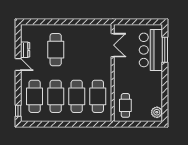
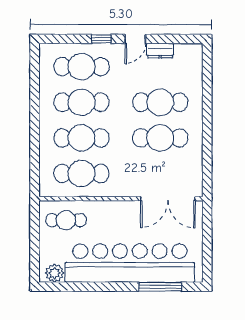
double door: (113, 45) -> (168, 199), width x1.37
cafe table: (77, 50) -> (160, 138), added
bar counter: (151, 50) -> (130, 263), width x1.86
window: (18, 111) -> (101, 39), moved

